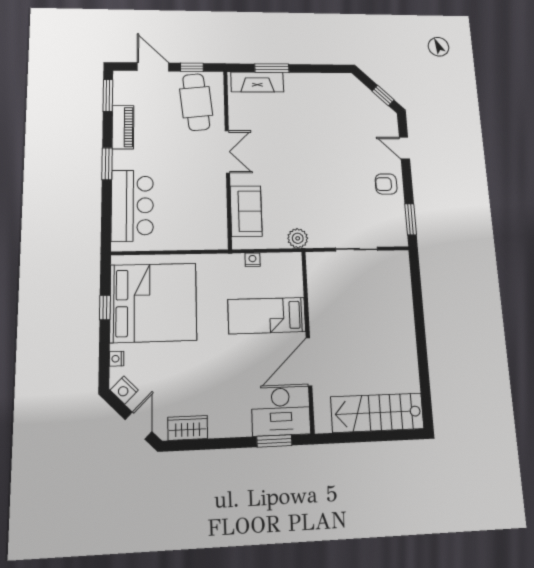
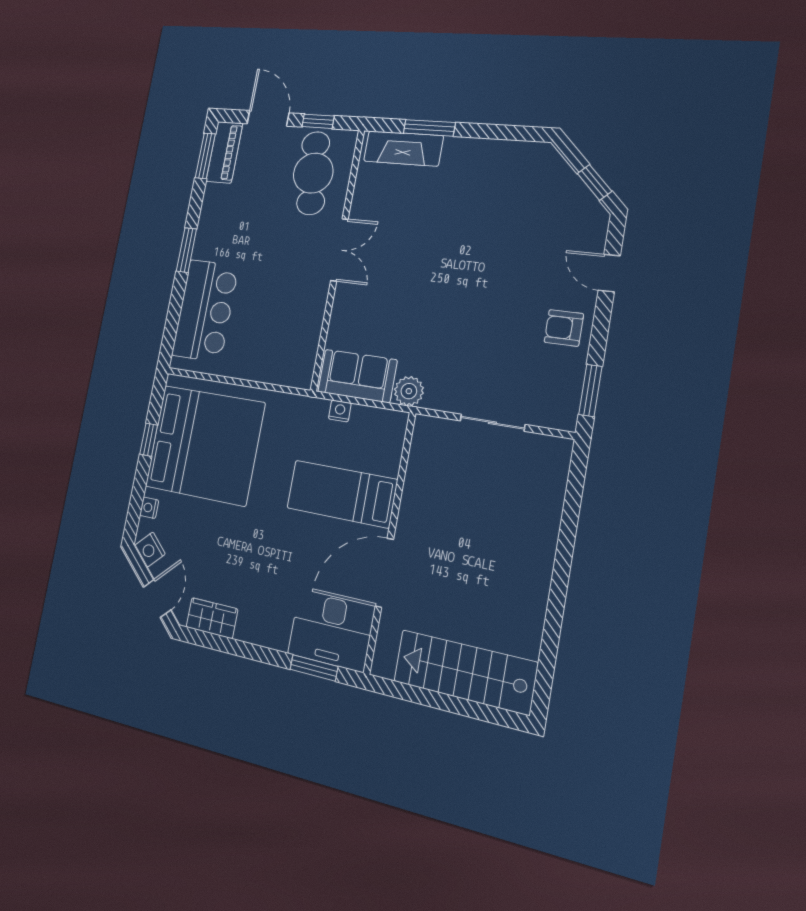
piano: (123, 127) -> (224, 152), moved
sofa: (246, 211) -> (357, 376), moved, turned -90

